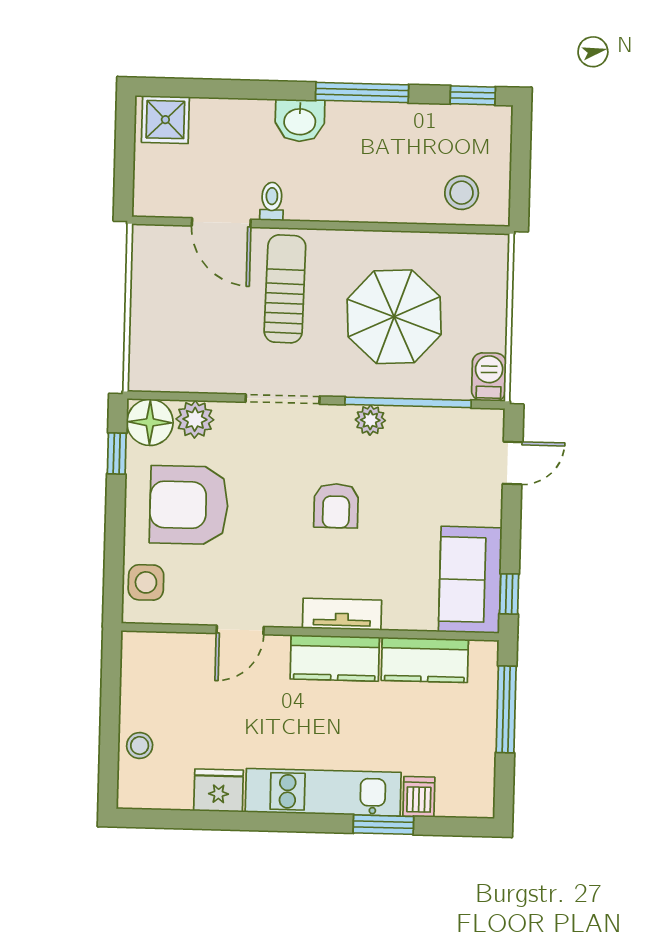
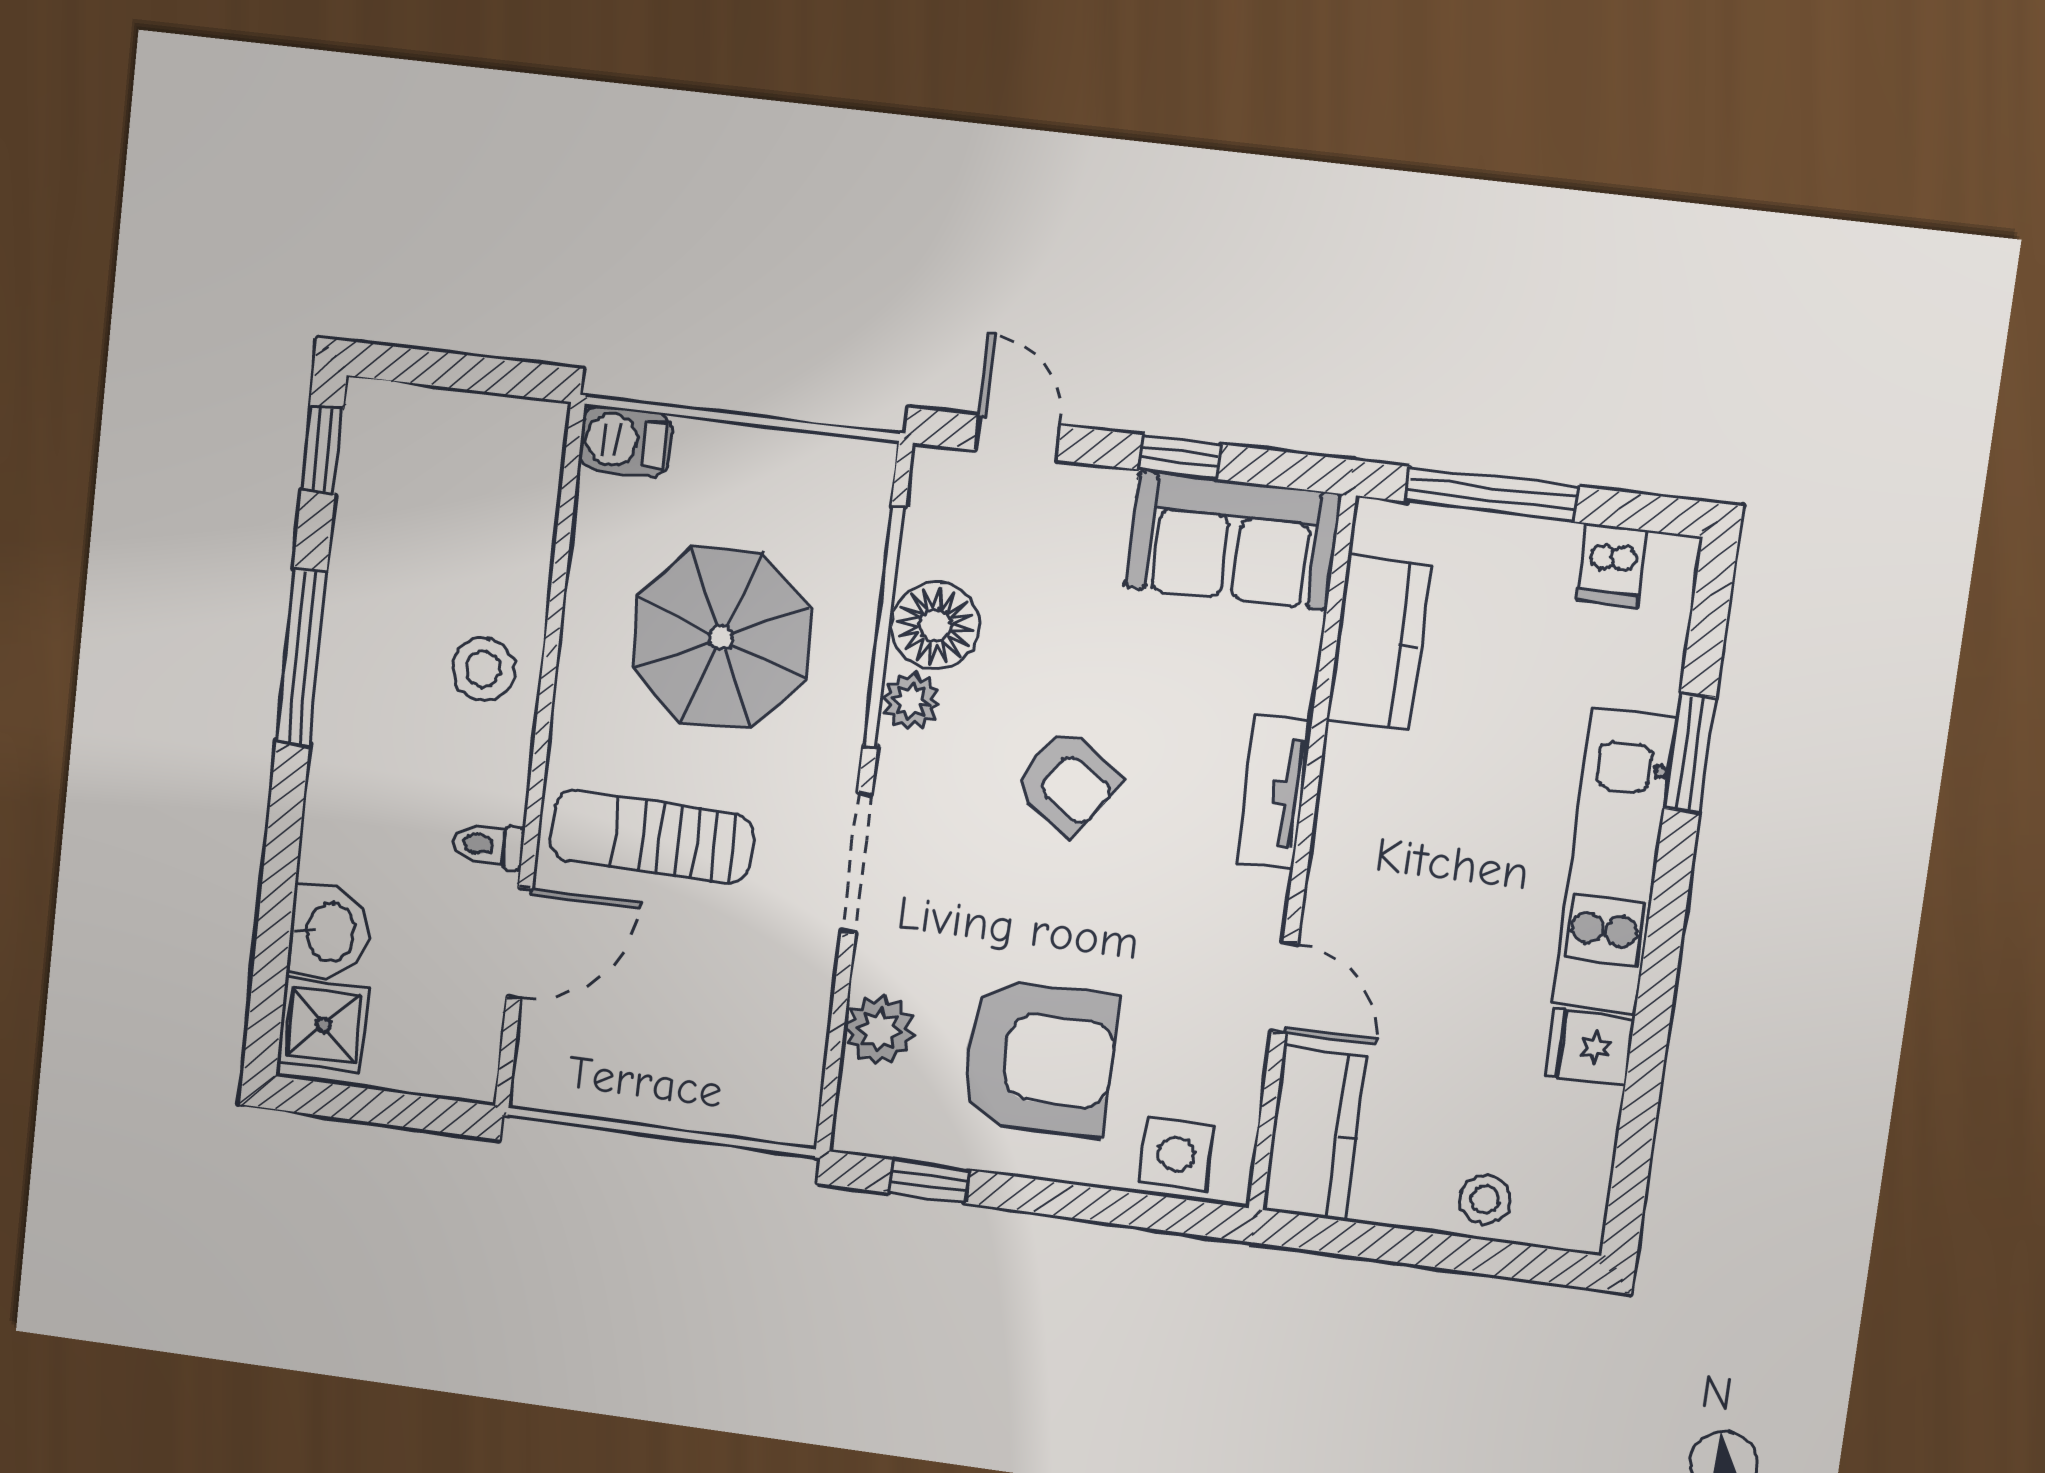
washbasin: (300, 121) -> (328, 932), moved
stool: (462, 193) -> (483, 669), moved
barbecue: (489, 377) -> (626, 441), moved
floor lamp: (150, 422) -> (935, 626), moved
armchair: (189, 505) -> (1039, 1058), turned -90
armchair: (336, 506) -> (1067, 782), turned 34
window: (509, 594) -> (1180, 457), moved
kitchen counter: (335, 658) -> (1315, 1134), moved
fridge: (219, 790) -> (1590, 1048), width x0.72
dishwasher: (419, 797) -> (1612, 565), moved, turned -90

